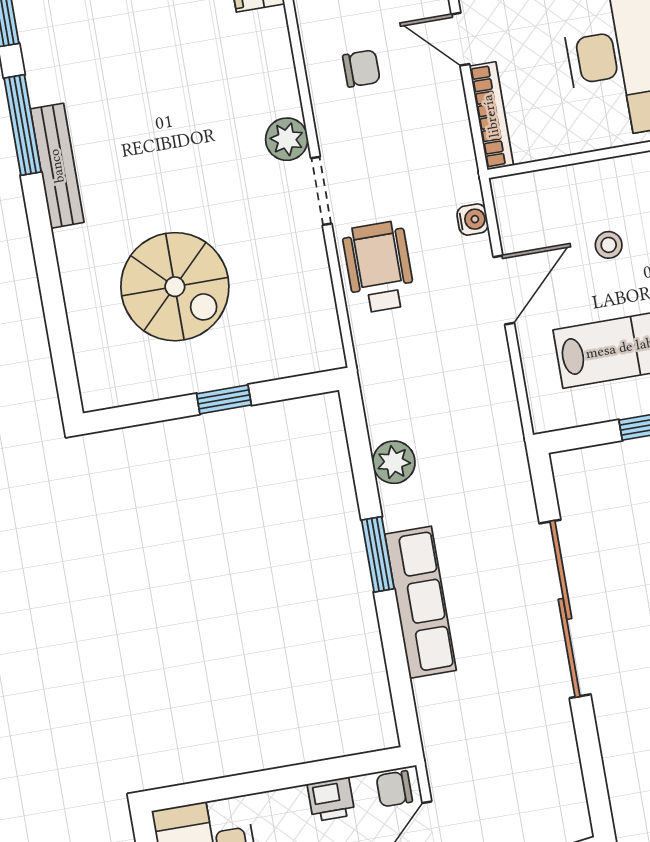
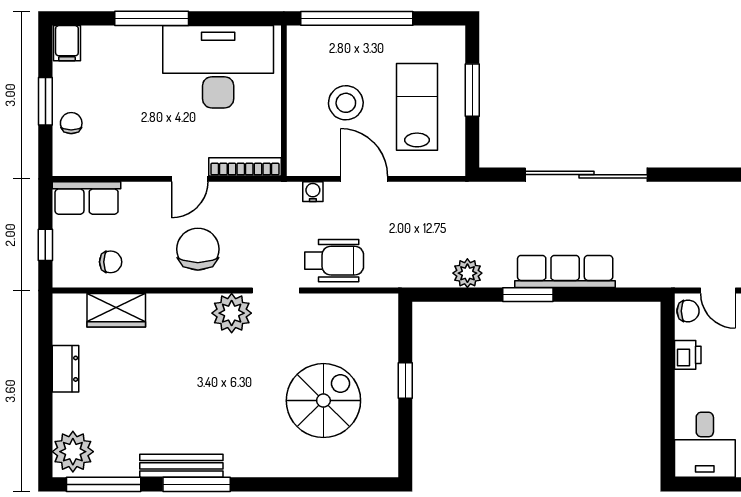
chair: (361, 68) -> (198, 249), width x1.87, depth x1.87
plant: (287, 139) -> (232, 313), width x1.36, depth x1.36
bench: (57, 166) -> (181, 466), moved
stool: (609, 245) -> (346, 103), width x1.89, depth x1.89
wheelchair: (379, 267) -> (334, 261), turned 180
chair: (394, 789) -> (688, 311), turned -90

